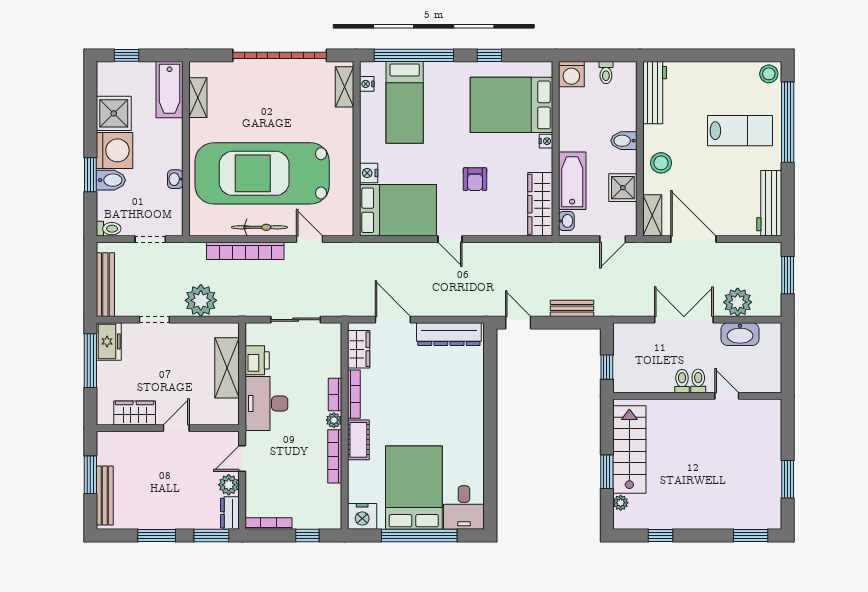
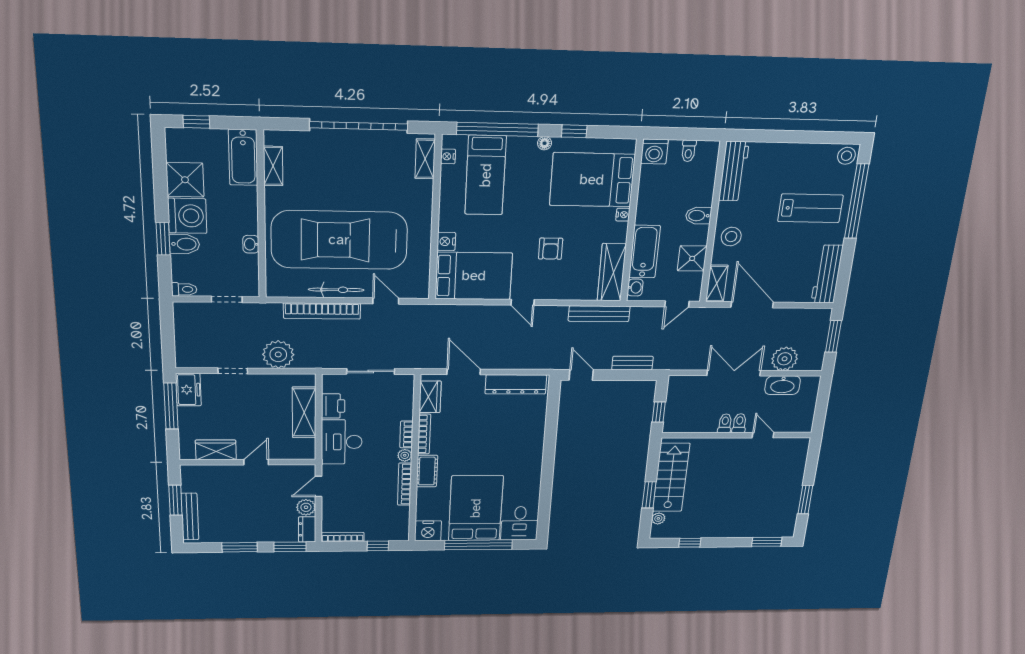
floor lamp: (461, 68) -> (545, 143), added
bench: (105, 285) -> (599, 314), moved, turned 90

